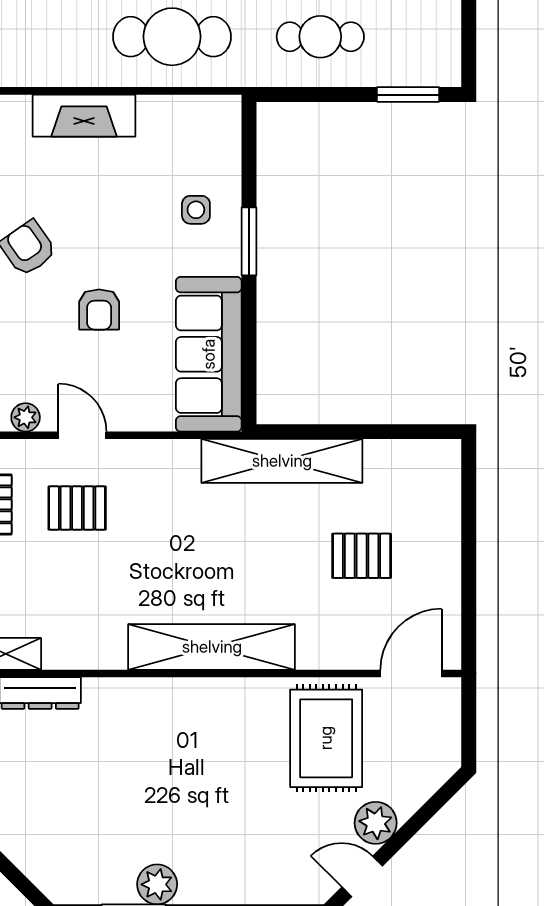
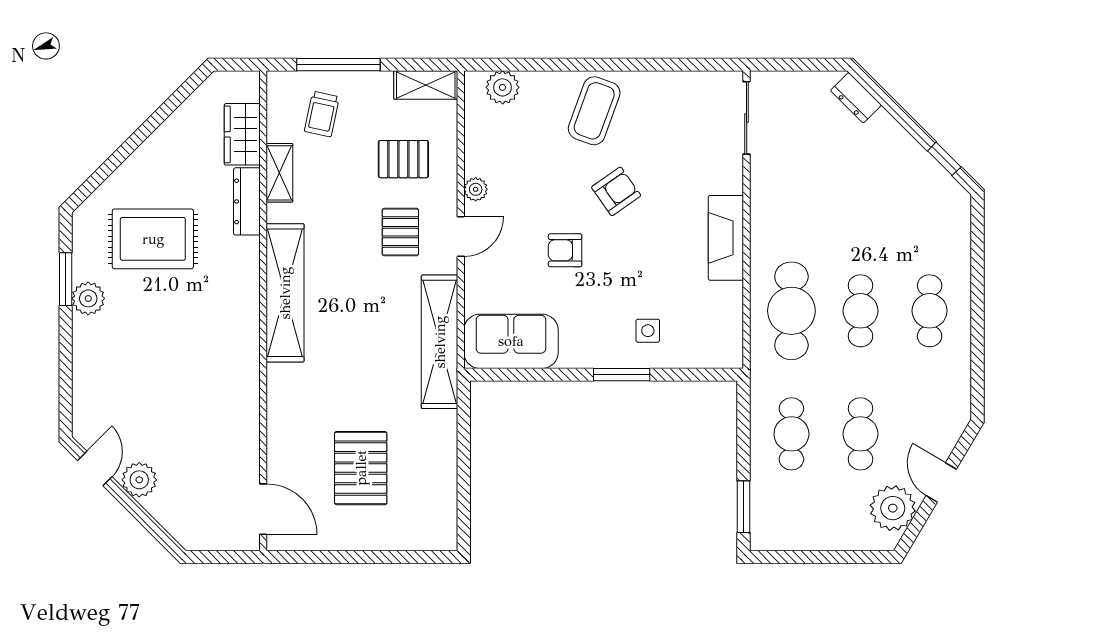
sofa: (209, 354) -> (511, 341), width x0.73
shelving: (282, 461) -> (440, 342), moved
pallet: (362, 556) -> (361, 468), width x1.50, depth x1.42
shelving: (212, 647) -> (285, 293), moved
rug: (326, 738) -> (153, 239), moved

